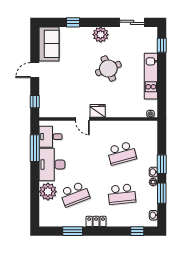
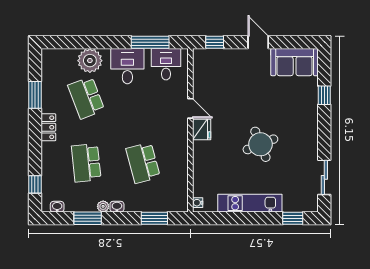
plant: (101, 35) -> (307, 134), removed
door: (82, 119) -> (190, 108), swing flipped
desk: (52, 164) -> (127, 66), width x0.73
window: (162, 164) -> (154, 218), moved

